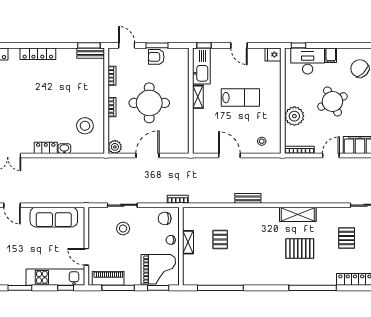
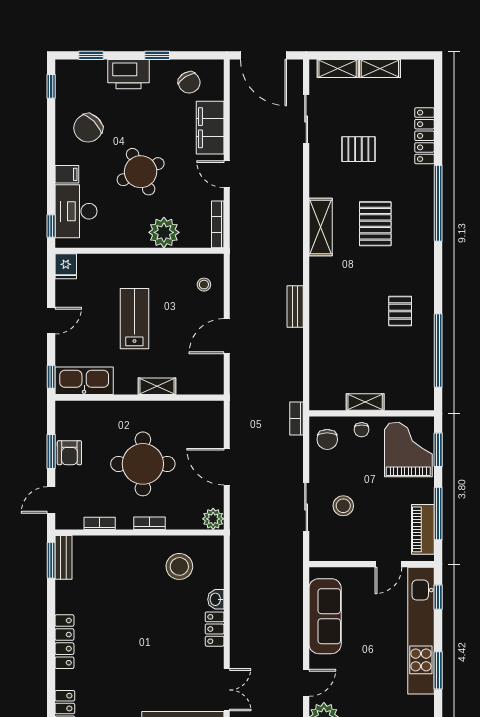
shelving: (198, 97) -> (157, 386), moved
pallet: (220, 239) -> (400, 311), moved, turned 90
kitchen unit: (55, 277) -> (421, 631), width x1.36

